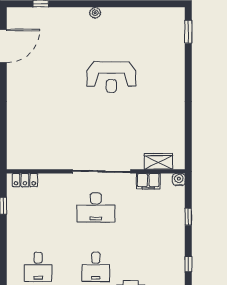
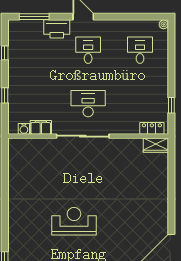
wardrobe: (158, 161) -> (156, 145), moved
water cooler: (179, 180) -> (24, 129), moved

